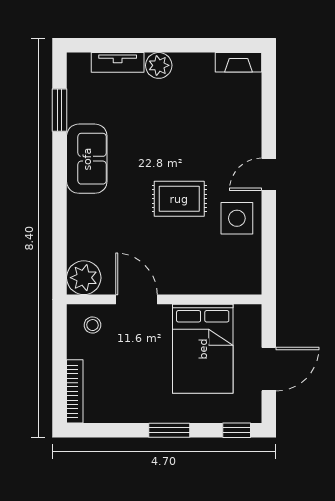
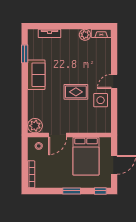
plant: (159, 65) -> (85, 35), moved
door: (137, 299) -> (58, 135), swing flipped

